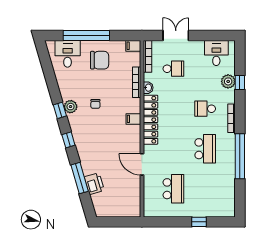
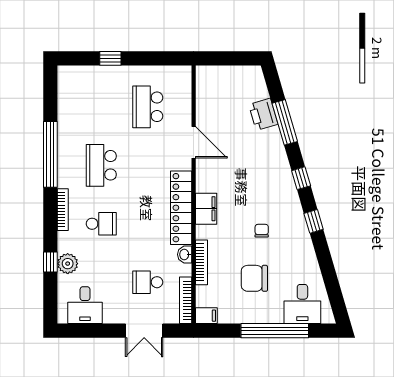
chair: (100, 60) -> (254, 278), moved
plant: (71, 107) -> (298, 227), removed
filing cabinet: (133, 119) -> (206, 209), width x2.00

